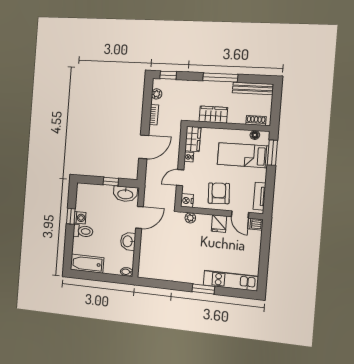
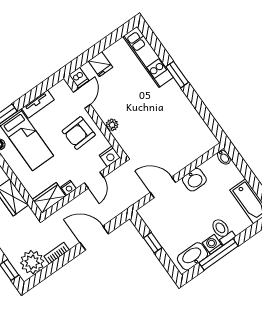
plant: (157, 94) -> (32, 262), width x1.88, depth x1.88
door: (180, 178) -> (94, 180), hinge flipped
washbasin: (125, 194) -> (192, 256), moved, turned -90
tv unit: (260, 196) -> (38, 104), moved
window: (71, 216) -> (219, 254), width x2.17
plant: (190, 218) -> (112, 125), moved
fridge: (219, 224) -> (100, 64), moved, turned 90

